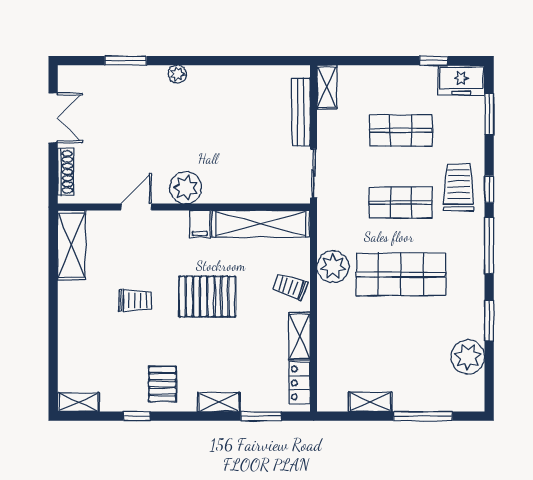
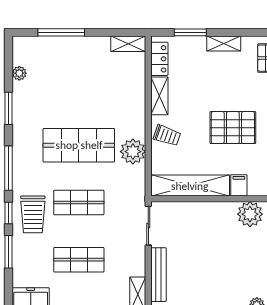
window: (489, 114) -> (9, 252), moved
plant: (468, 357) -> (19, 73), width x0.53, depth x0.53
shelving: (370, 402) -> (128, 44), moved

